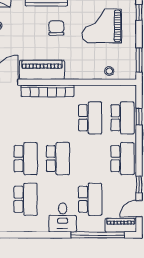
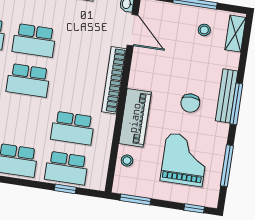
chair: (56, 28) -> (190, 103), turned 90
piano: (42, 70) -> (135, 118), moved

